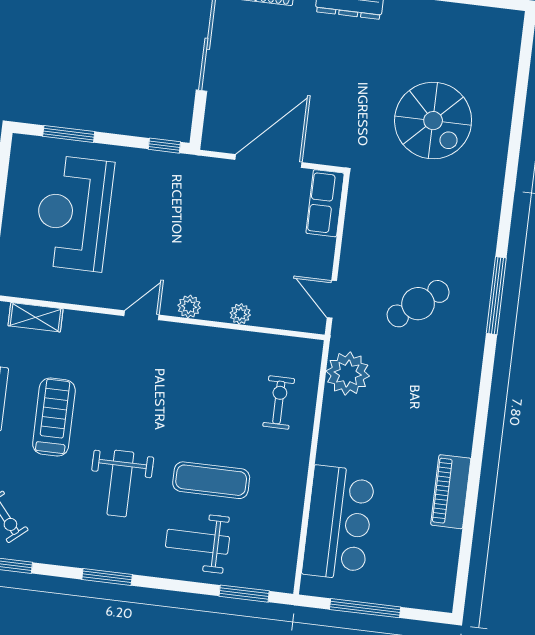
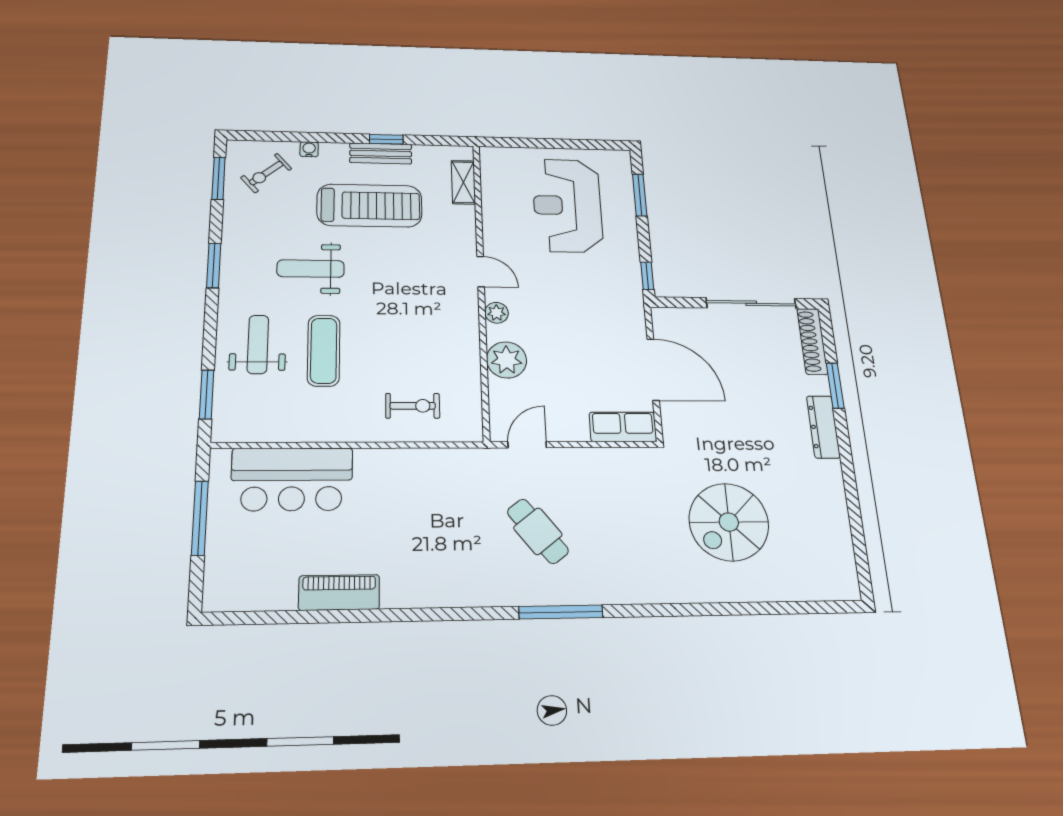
reception desk: (74, 213) -> (567, 205), turned -90
plant: (240, 314) -> (507, 360), width x1.88, depth x1.88
plant: (348, 373) -> (453, 470), removed
treadmill: (54, 417) -> (369, 206), width x1.37, depth x1.38

